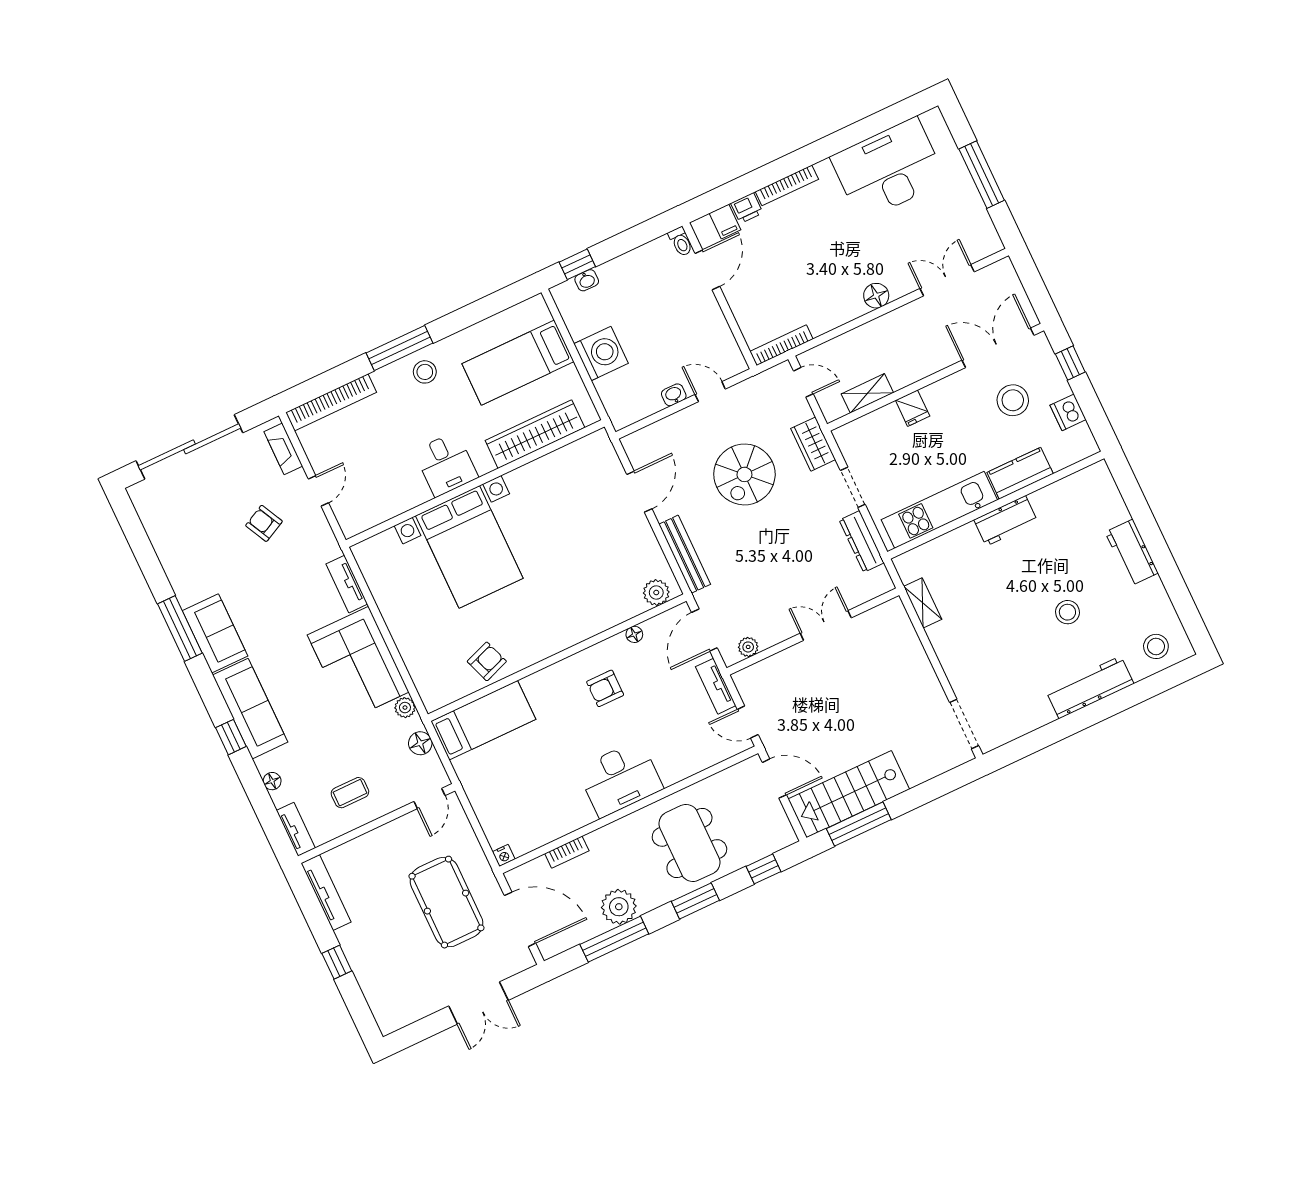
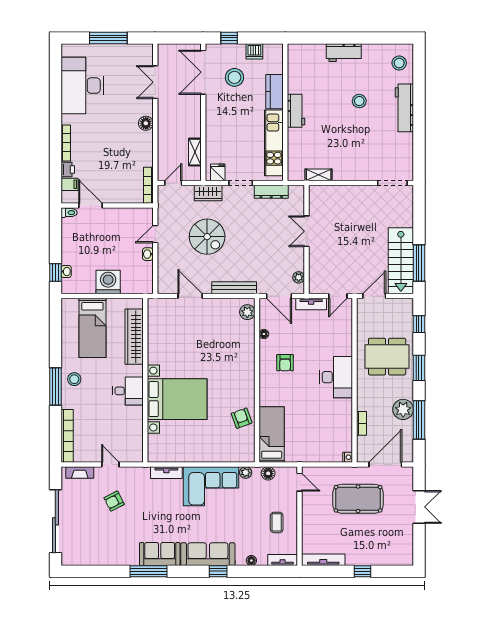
fridge: (913, 408) -> (218, 172), moved, turned -90

